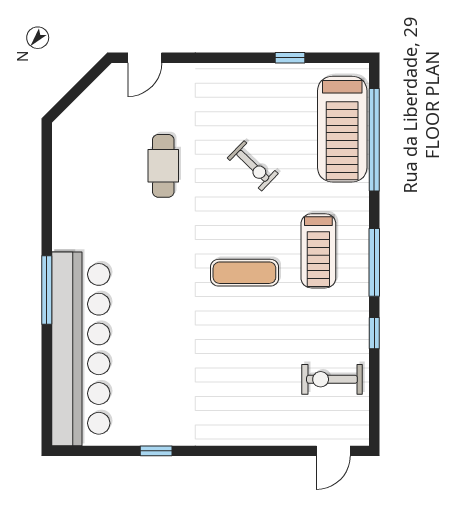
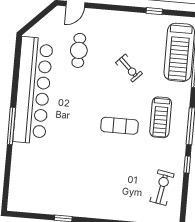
cafe table: (163, 166) -> (79, 50), moved
bar counter: (81, 349) -> (33, 90), moved
exercise bike: (332, 379) -> (162, 188), turned 100

